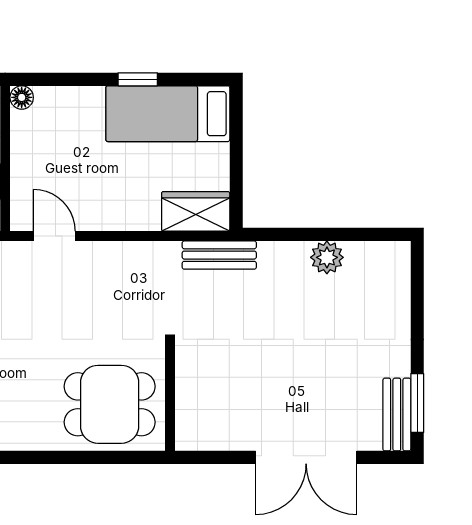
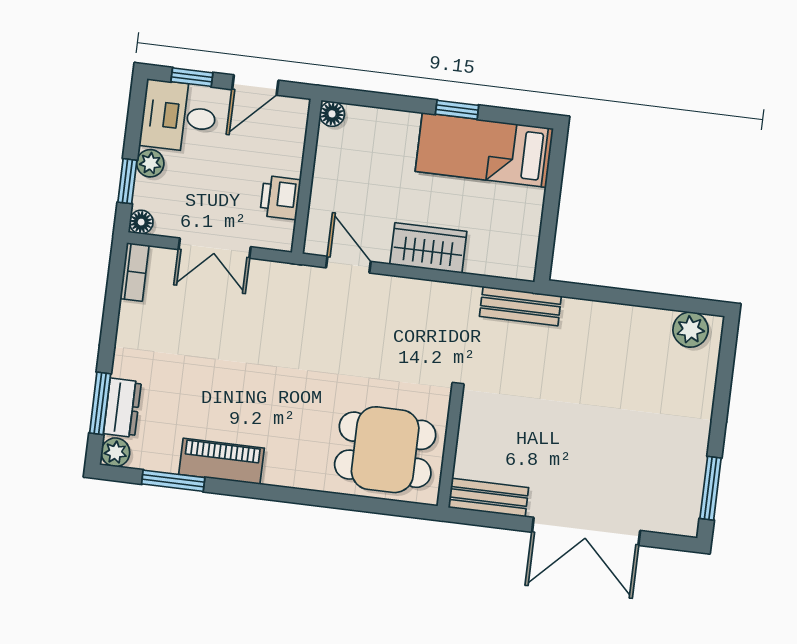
wardrobe: (196, 211) -> (428, 248), moved
plant: (327, 257) -> (691, 330), moved
bench: (397, 415) -> (488, 498), moved, turned 90

